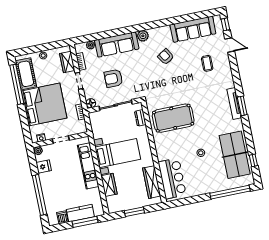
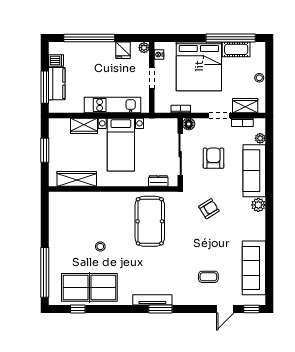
armchair: (166, 57) -> (209, 209), moved
cot: (26, 74) -> (236, 49), width x0.73, depth x0.75
window: (242, 106) -> (160, 309), moved
bar counter: (172, 178) -> (76, 205), removed

